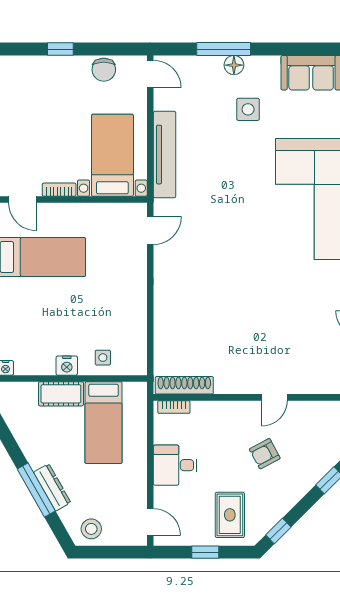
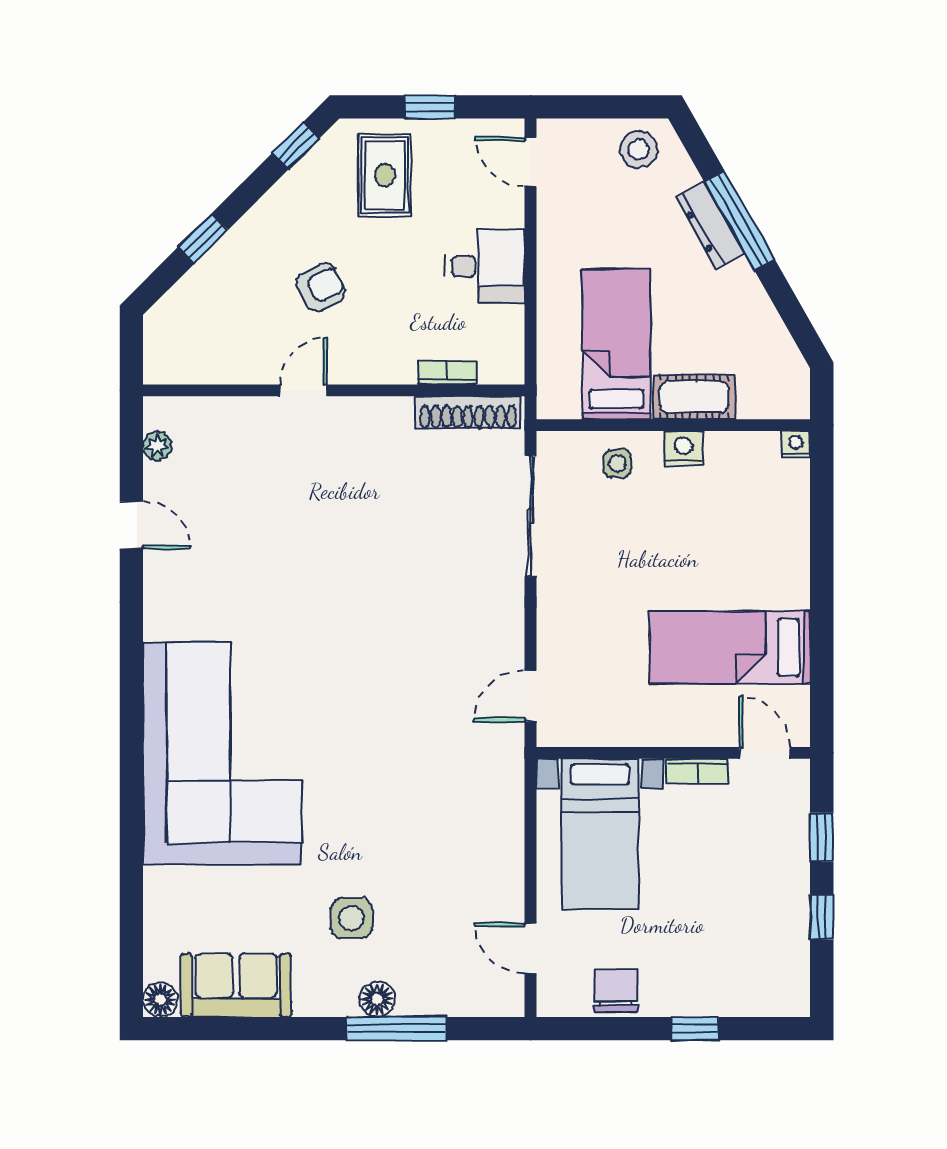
door: (150, 74) -> (531, 948), moved
tv unit: (165, 155) -> (504, 835), removed
sliding door: (150, 329) -> (531, 516), added
bookcase: (174, 407) -> (447, 373), moved

